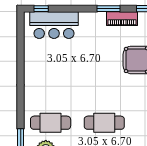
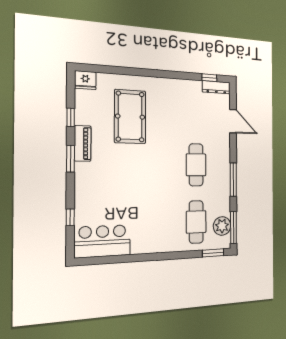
window: (41, 9) -> (70, 217), moved
bar counter: (54, 25) -> (102, 241), moved, turned -90

